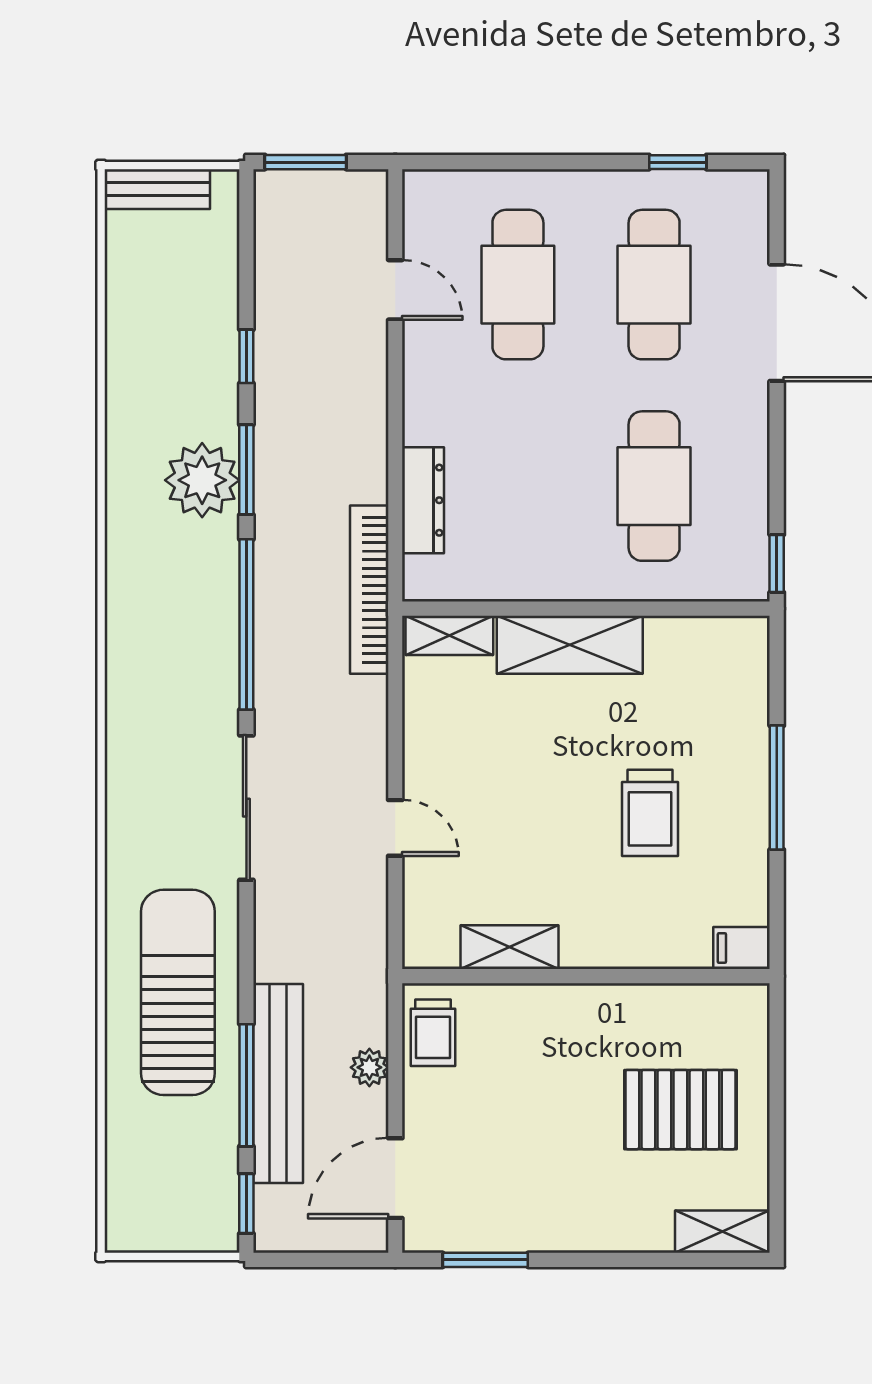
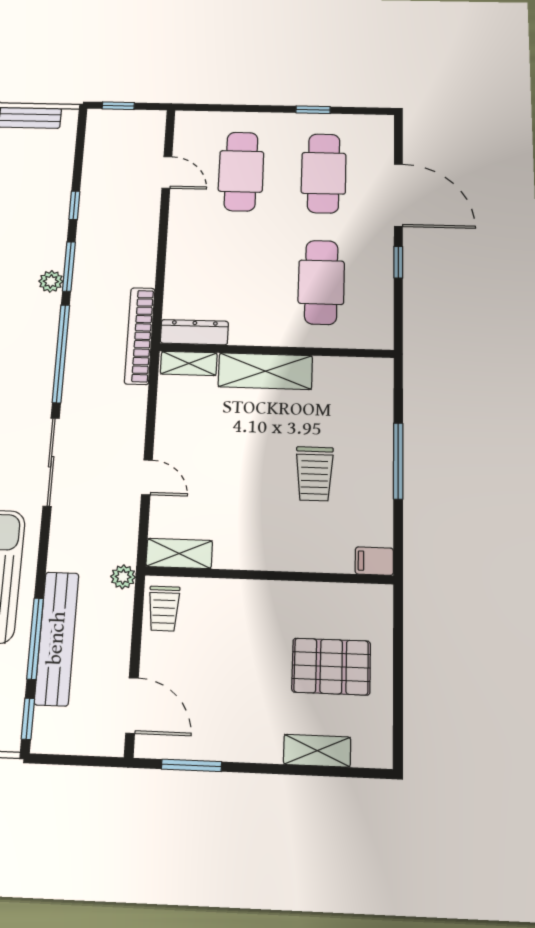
window: (306, 162) -> (118, 106), width x0.67
window: (678, 162) -> (313, 110), moved
plant: (202, 480) -> (51, 281), width x0.53, depth x0.53
dresser: (423, 500) -> (194, 332), moved, turned -90
window: (777, 564) -> (398, 262), moved
shelving: (509, 947) -> (179, 553), moved
plant: (369, 1067) -> (123, 577), moved
door: (395, 1178) -> (132, 706), swing flipped
shelving: (722, 1232) -> (317, 751), moved

